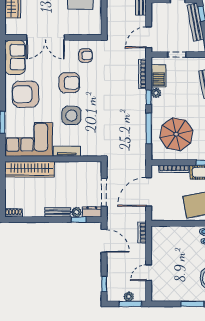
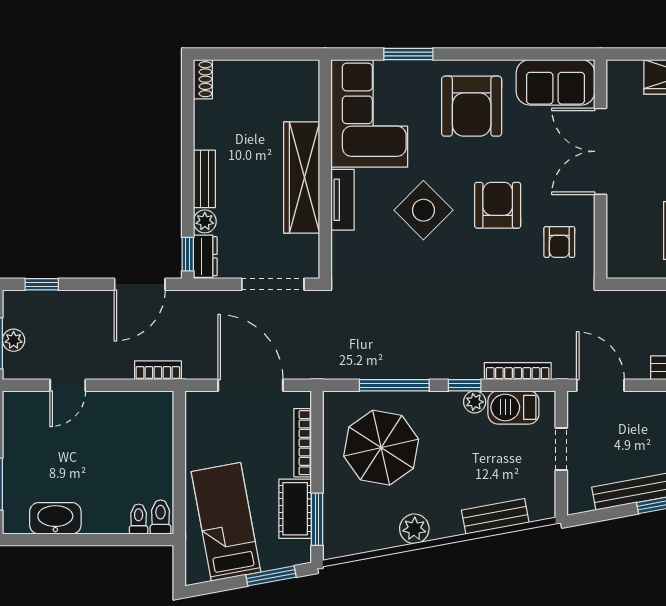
armchair: (69, 83) -> (498, 205), turned 180
armchair: (25, 94) -> (472, 106), turned 180
side table: (71, 116) -> (423, 210), turned 45
wardrobe: (30, 169) -> (302, 178), moved
doorway: (104, 192) -> (273, 284), moved
window: (79, 220) -> (188, 254), moved
door: (149, 273) -> (68, 385), swing flipped

